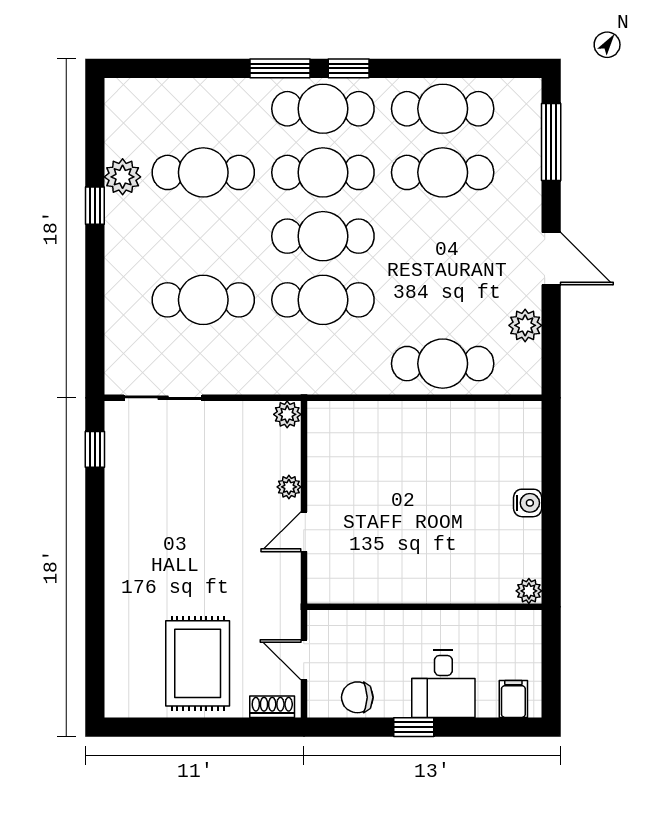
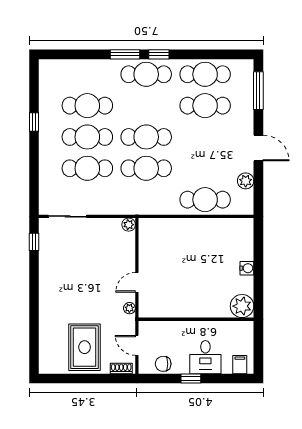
cafe table: (323, 172) -> (87, 137), moved
plant: (123, 177) -> (48, 108), removed
plant: (289, 487) -> (129, 308), moved
plant: (529, 591) -> (242, 306), width x1.87, depth x1.87

